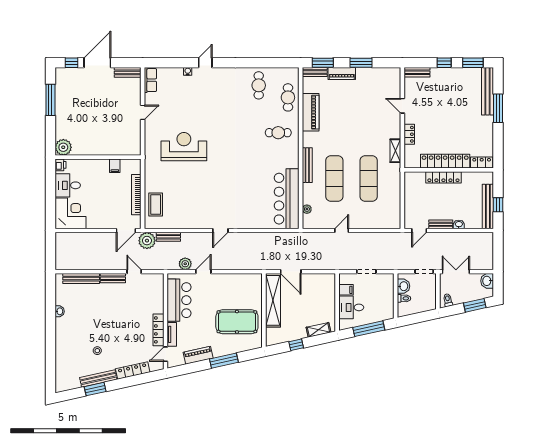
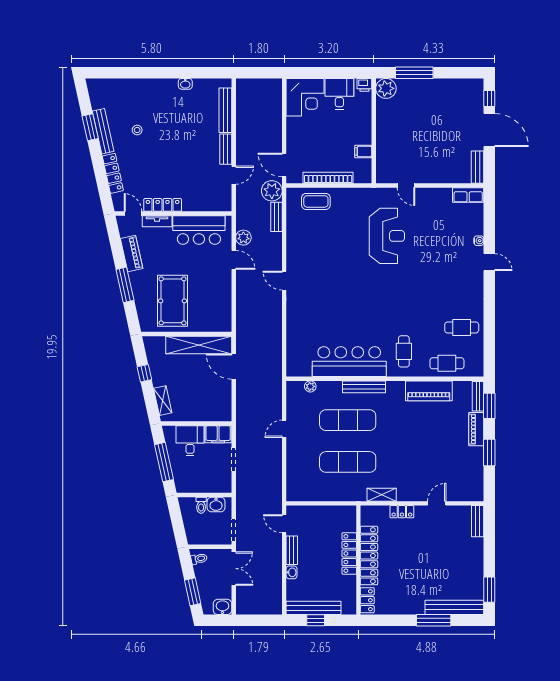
window: (444, 63) -> (489, 554), removed
window: (50, 100) -> (414, 73), moved
door: (143, 112) -> (406, 185), moved
bar counter: (287, 199) -> (349, 362), moved
door: (342, 230) -> (284, 429), swing flipped
door: (291, 272) -> (234, 367), hinge flipped
filing cabinet: (346, 290) -> (218, 434), width x2.00

